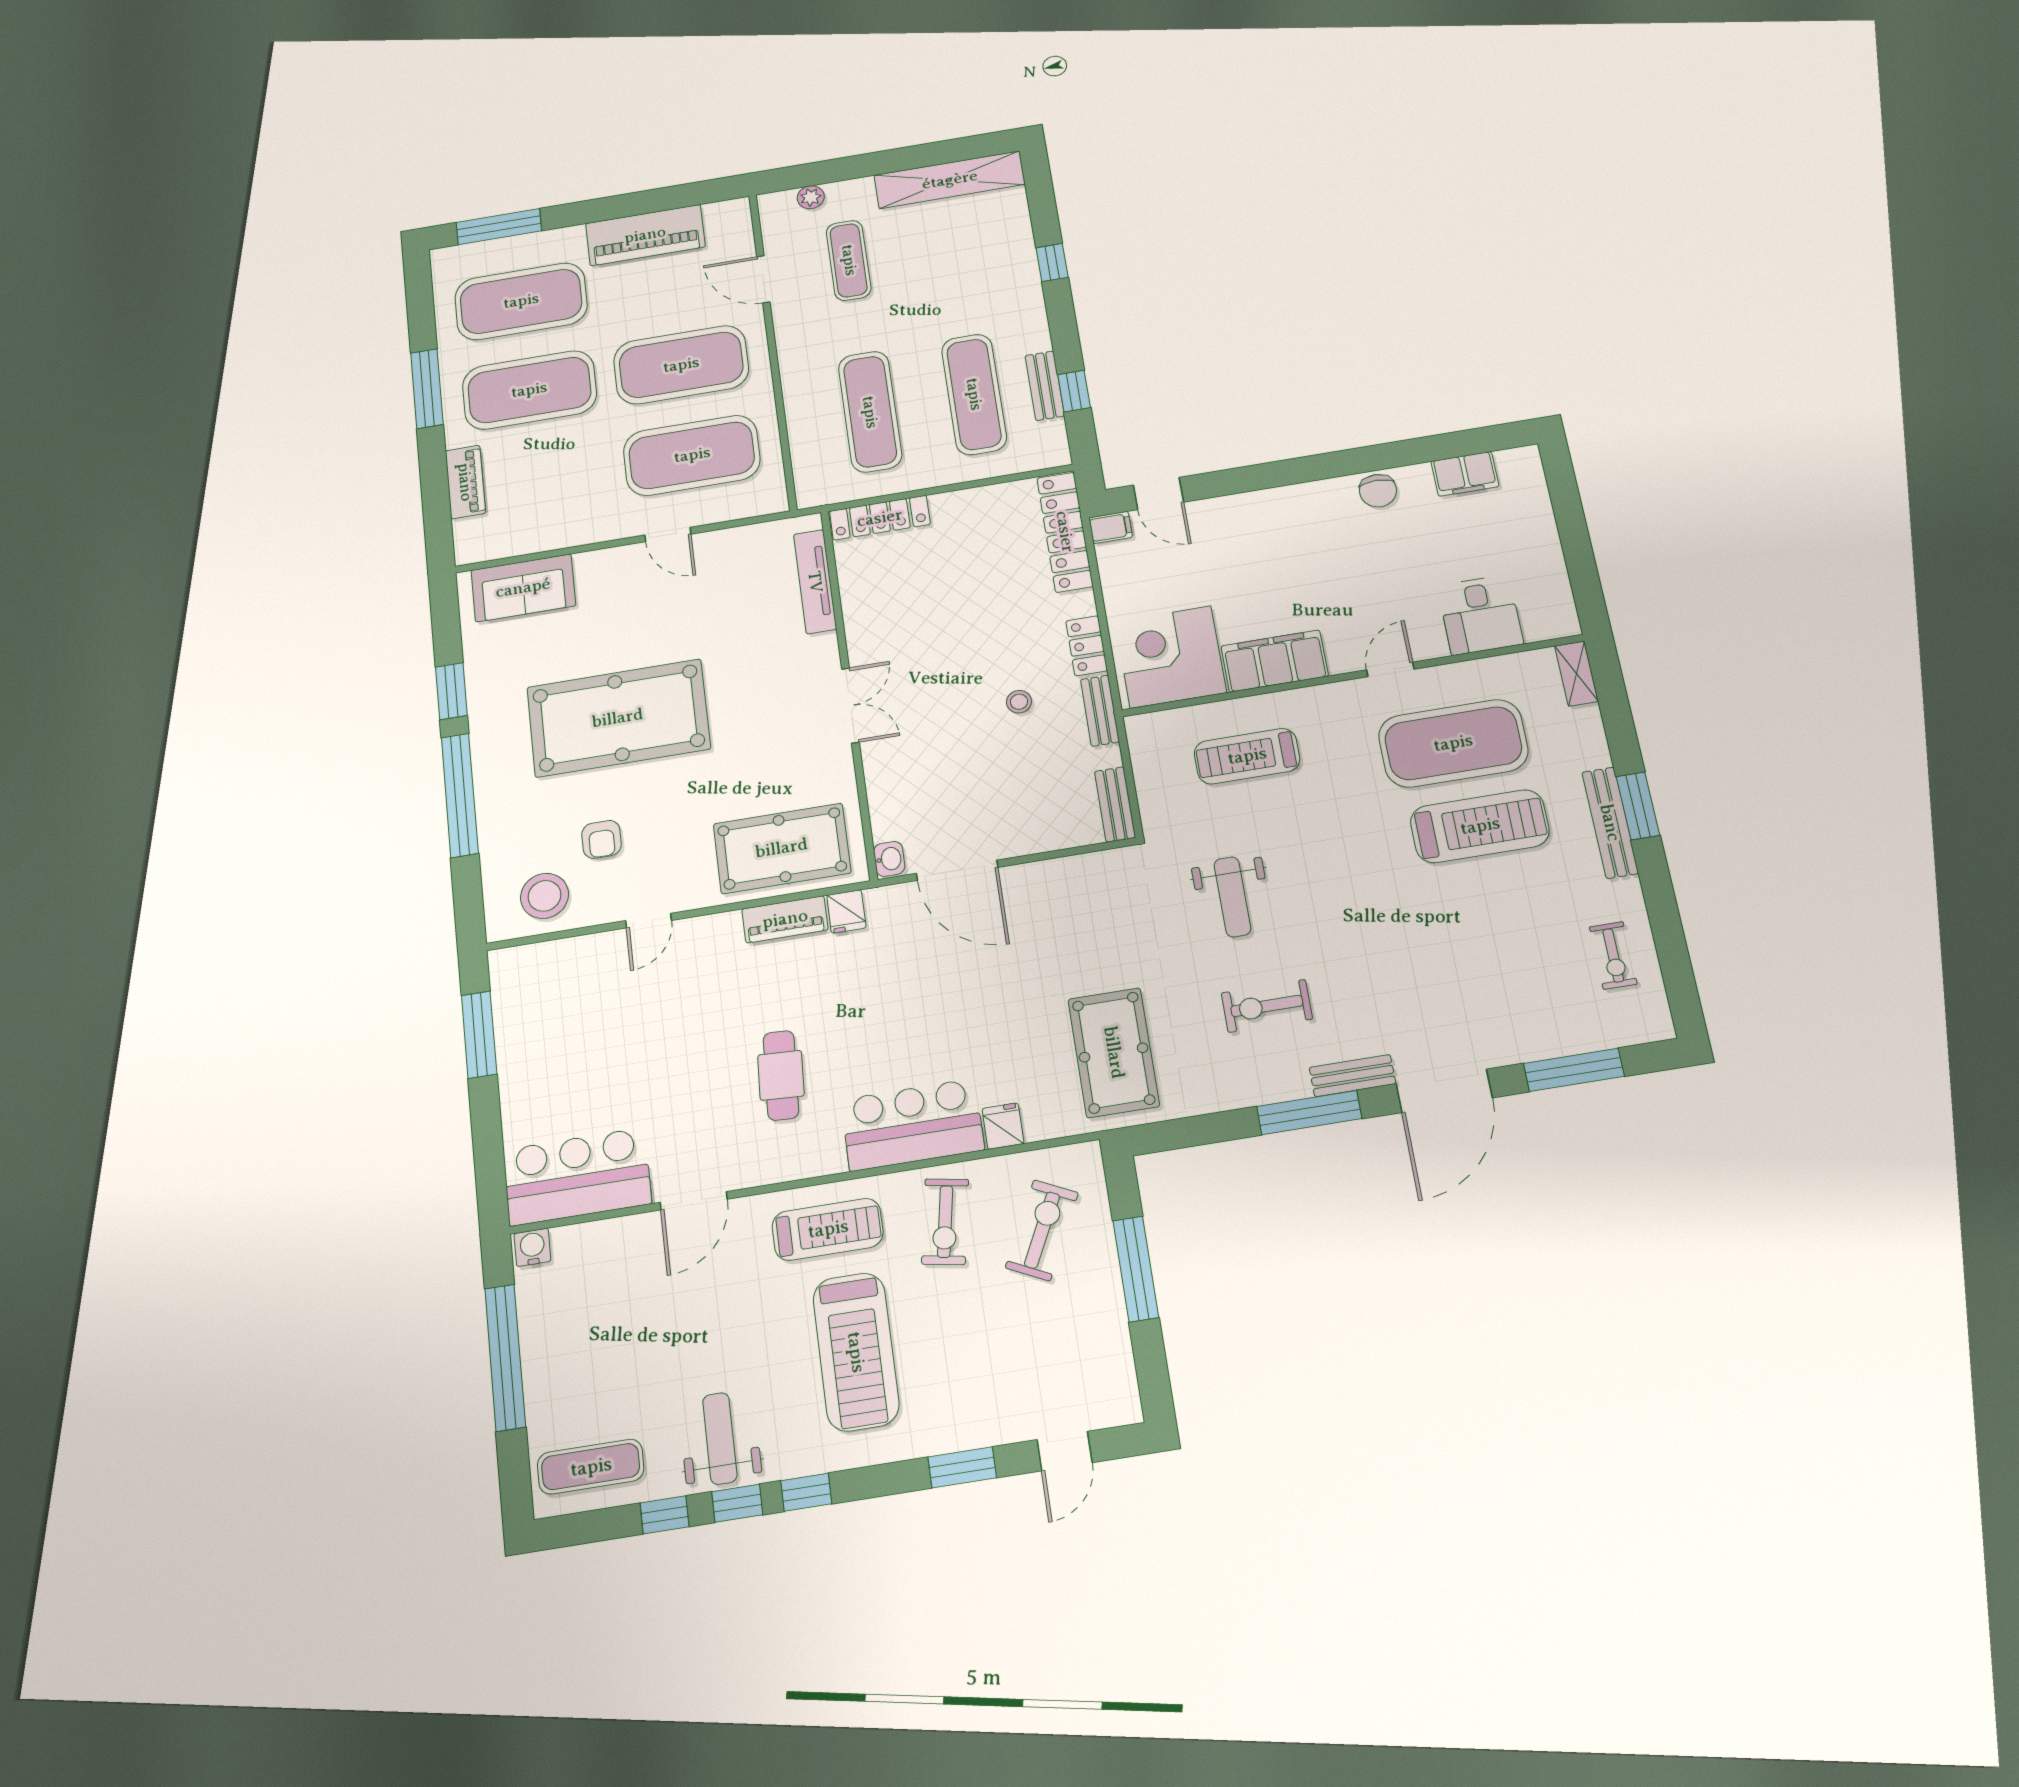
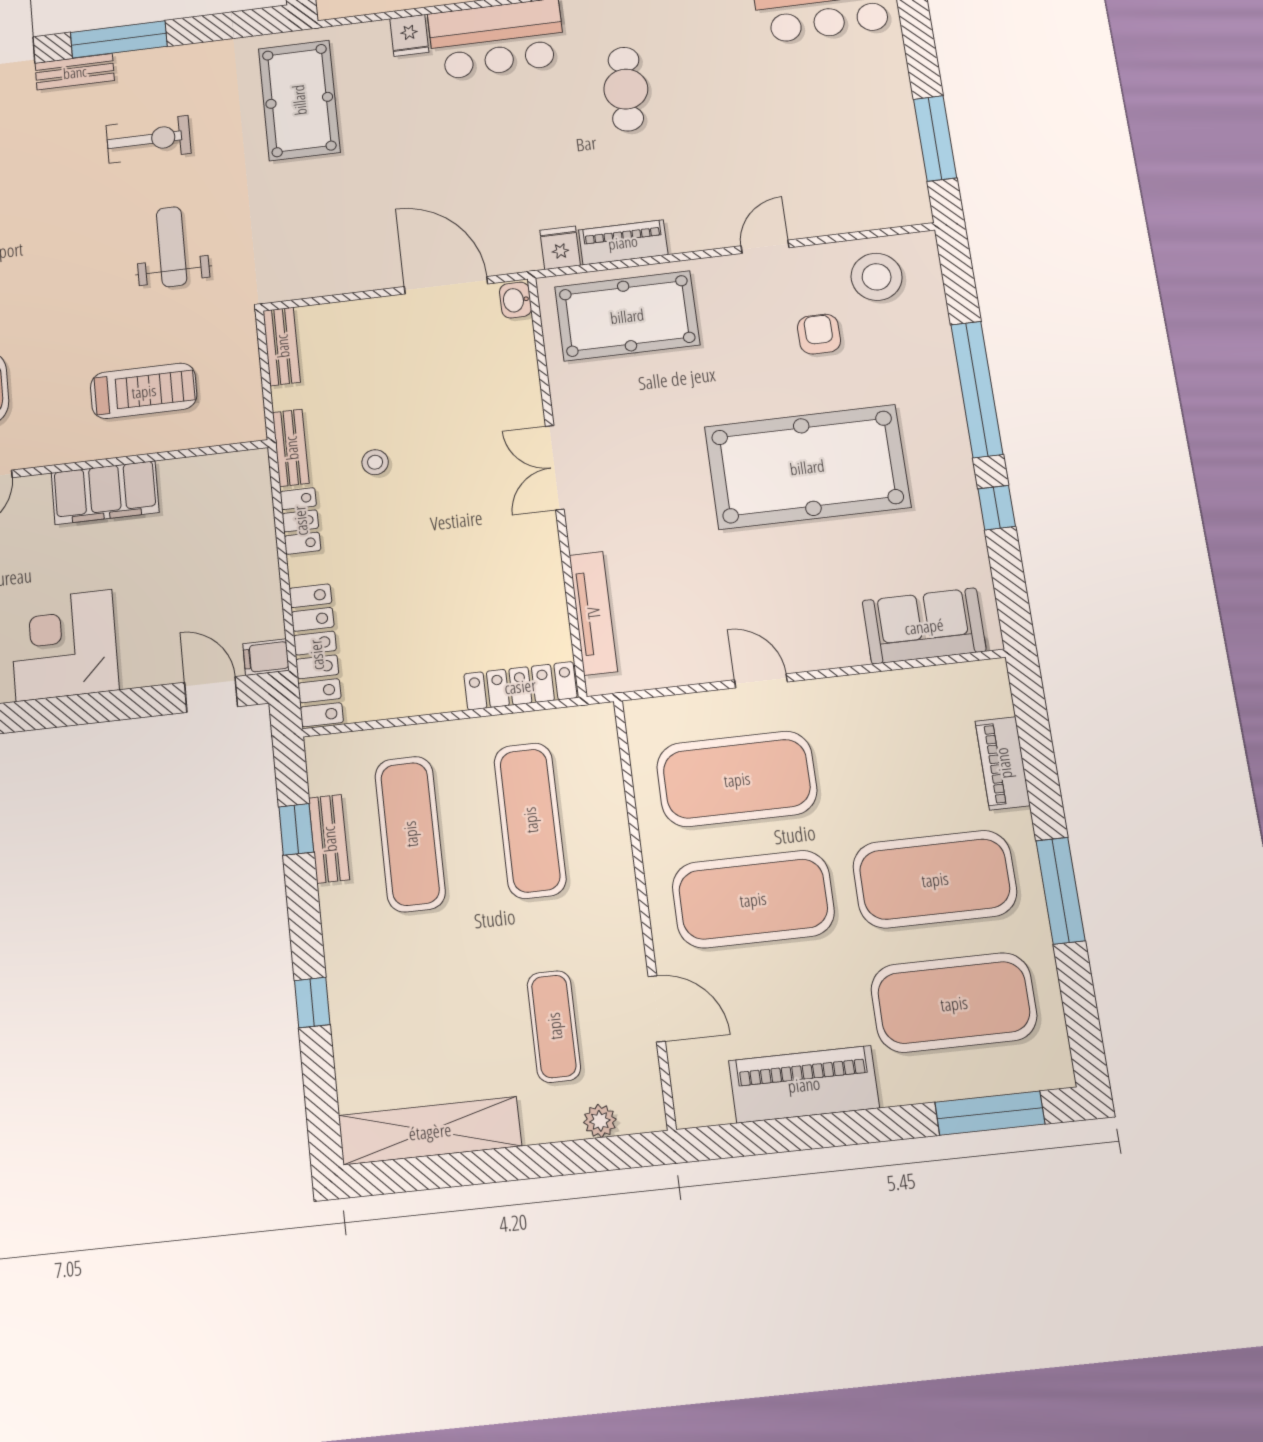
corner desk: (1171, 657) -> (64, 645), moved, turned 180
window: (451, 691) -> (997, 508), width x0.67

